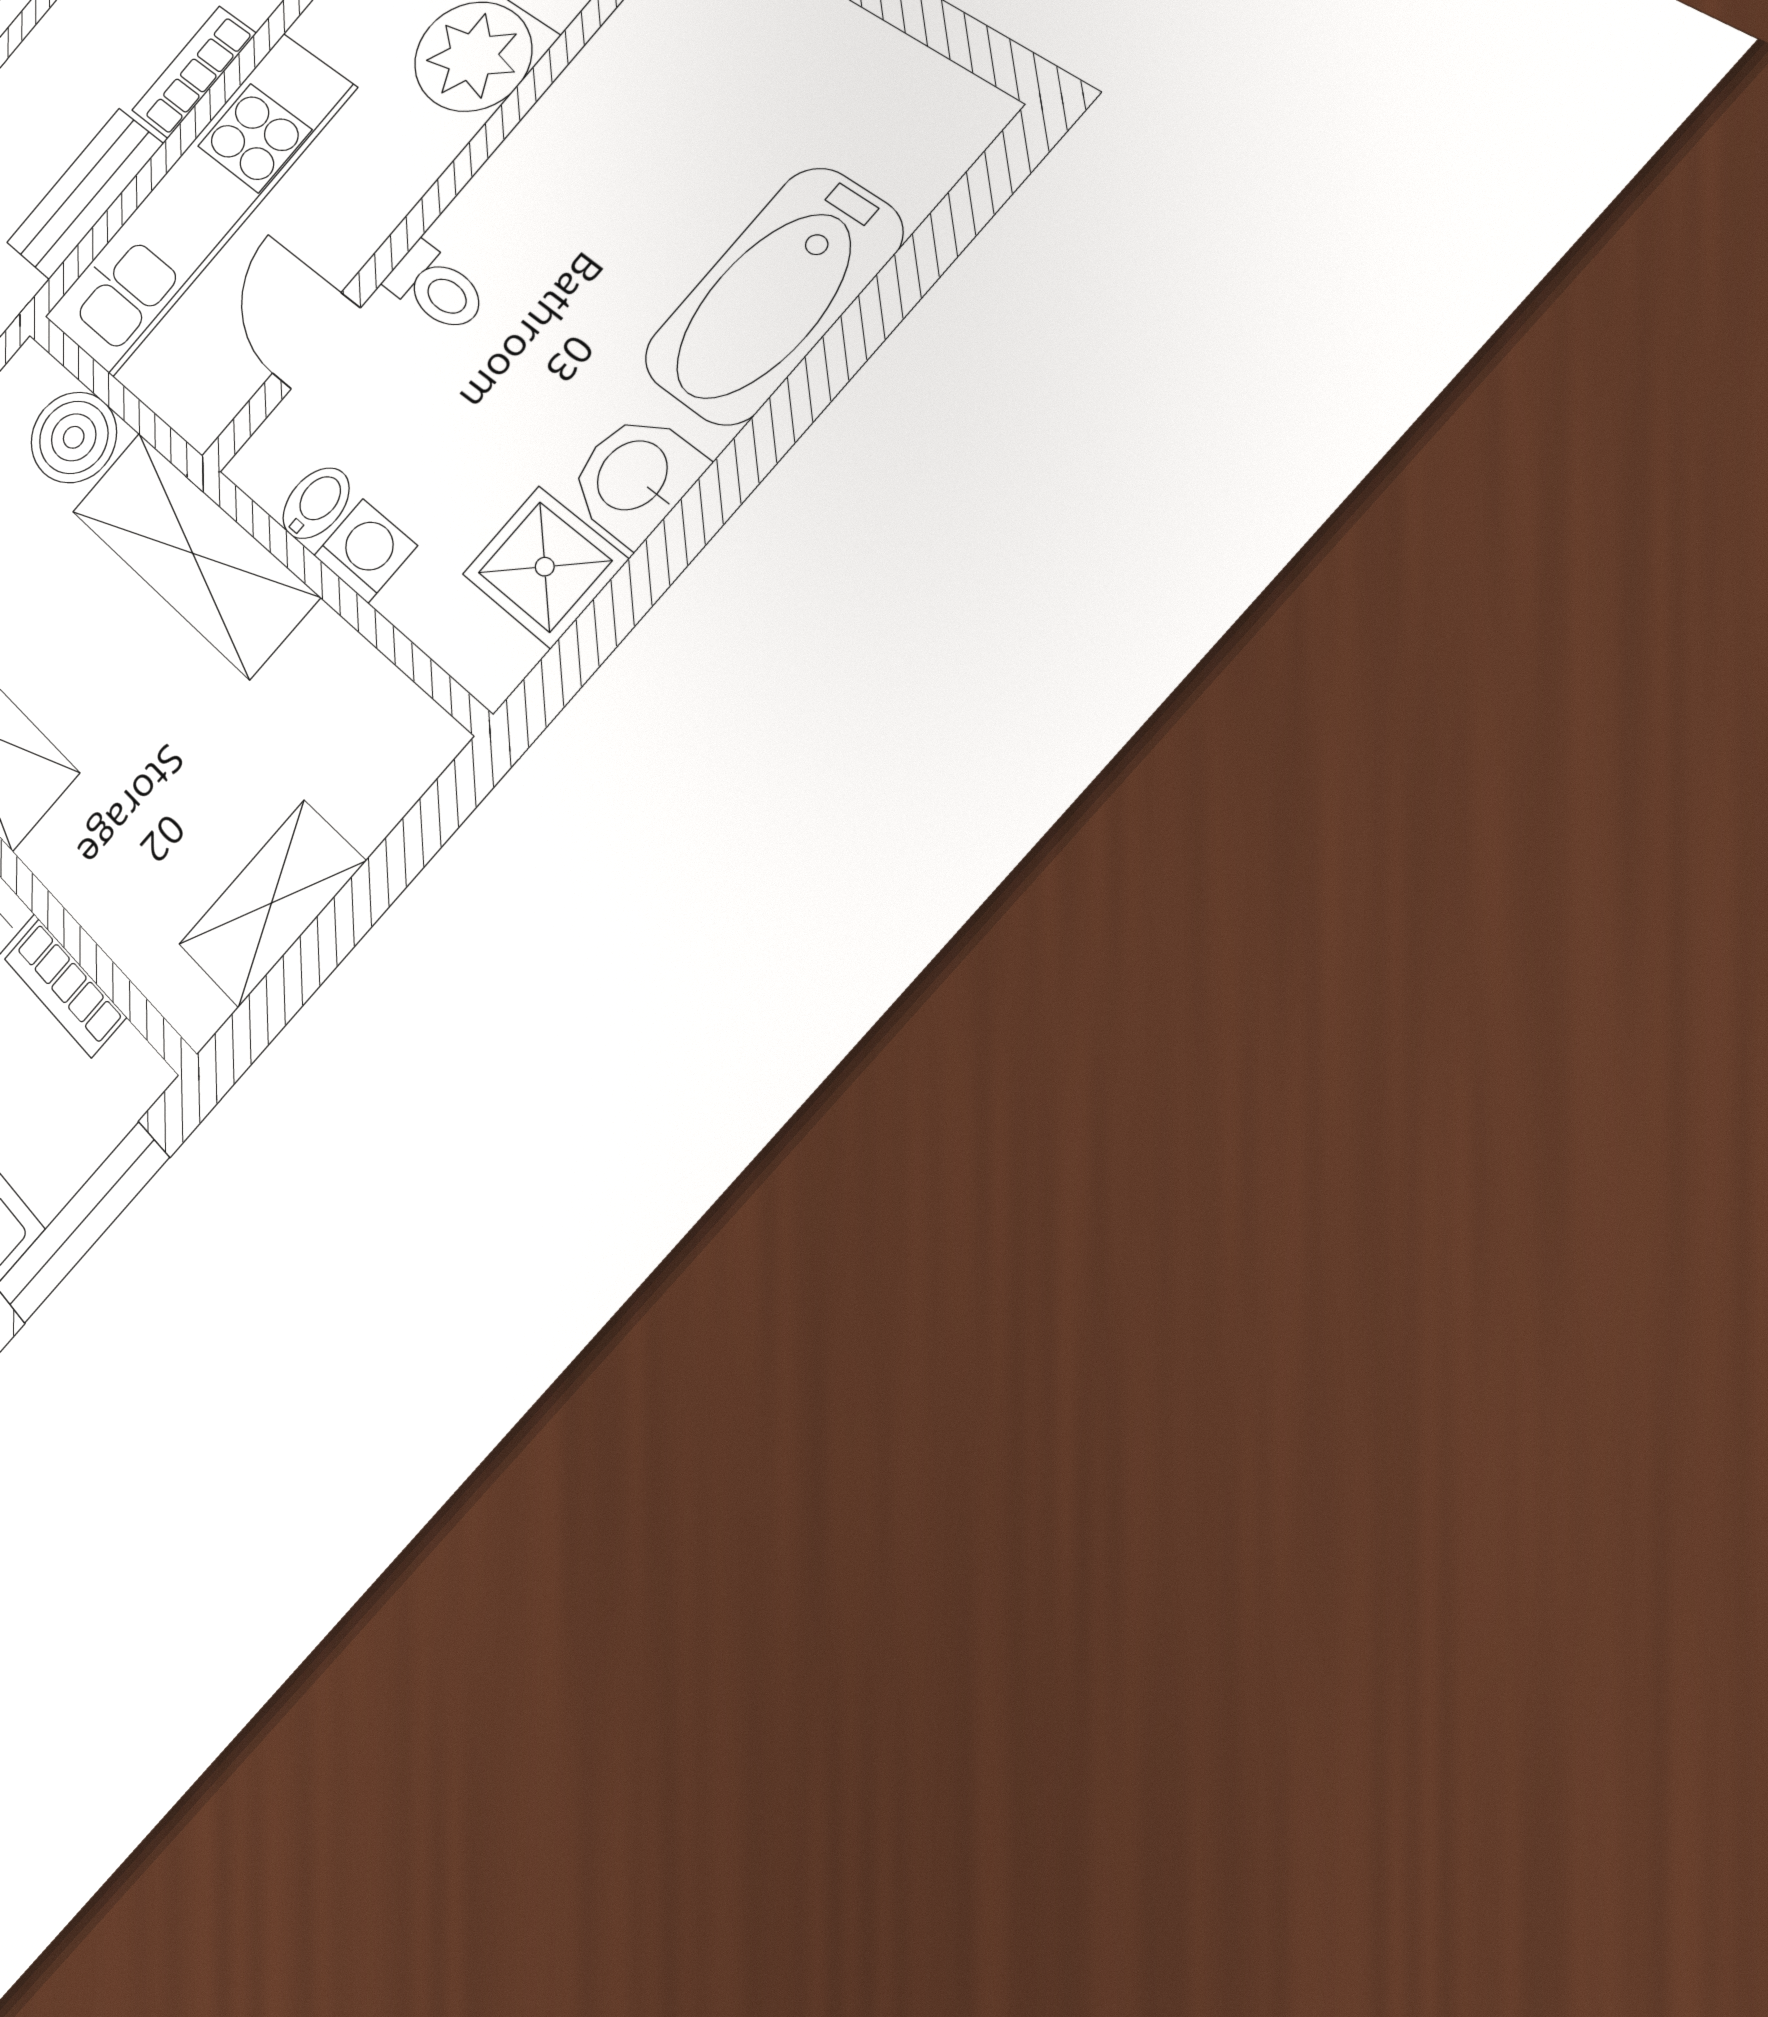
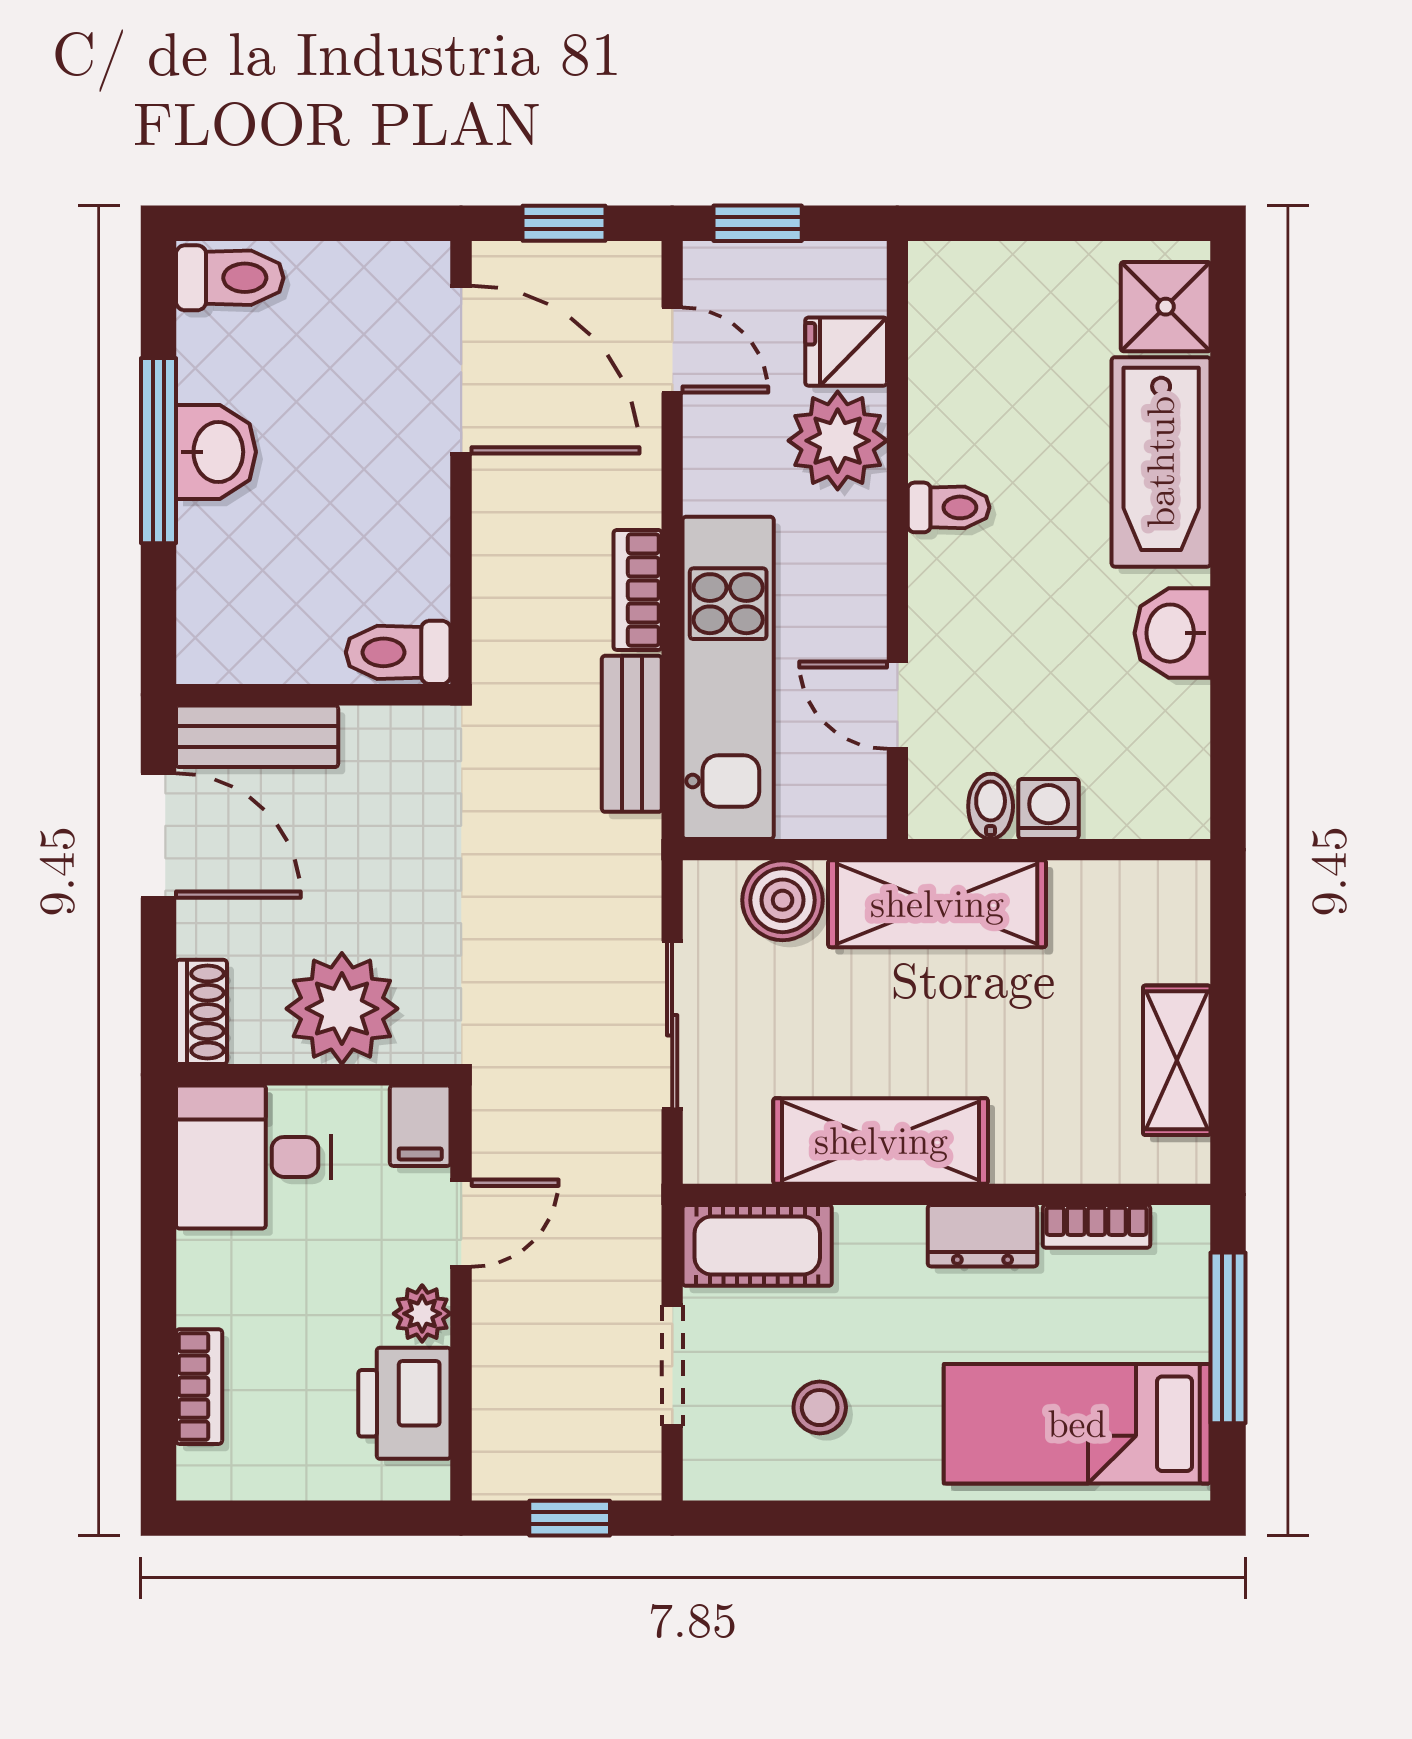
toilet: (437, 288) -> (949, 507), moved
shower: (545, 567) -> (1166, 307), moved

